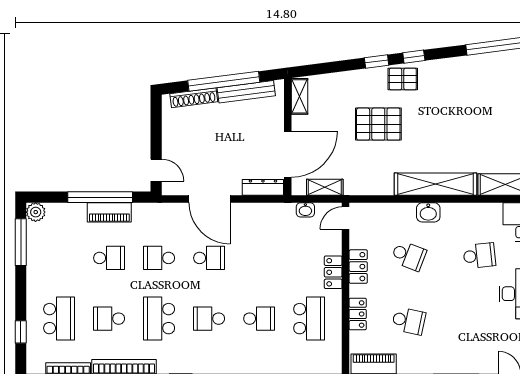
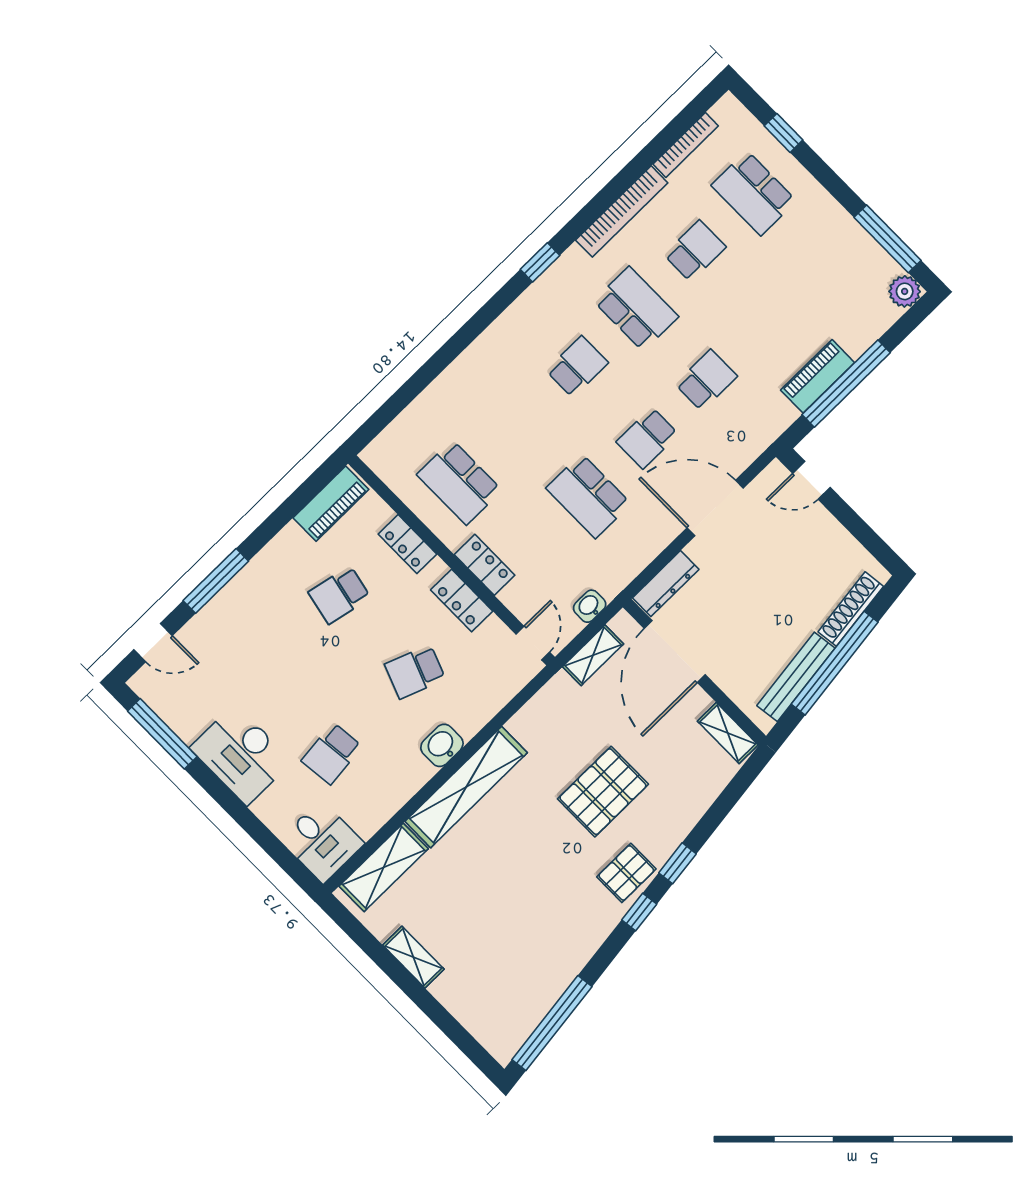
school desk: (109, 258) -> (765, 322), removed
school desk: (259, 319) -> (588, 496), moved, width x1.85

